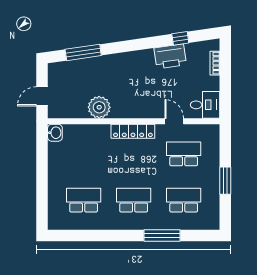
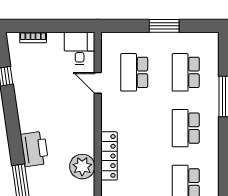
printer: (170, 56) -> (34, 149), moved
door: (174, 121) -> (98, 83), hinge flipped
locker: (133, 131) -> (109, 156), moved

